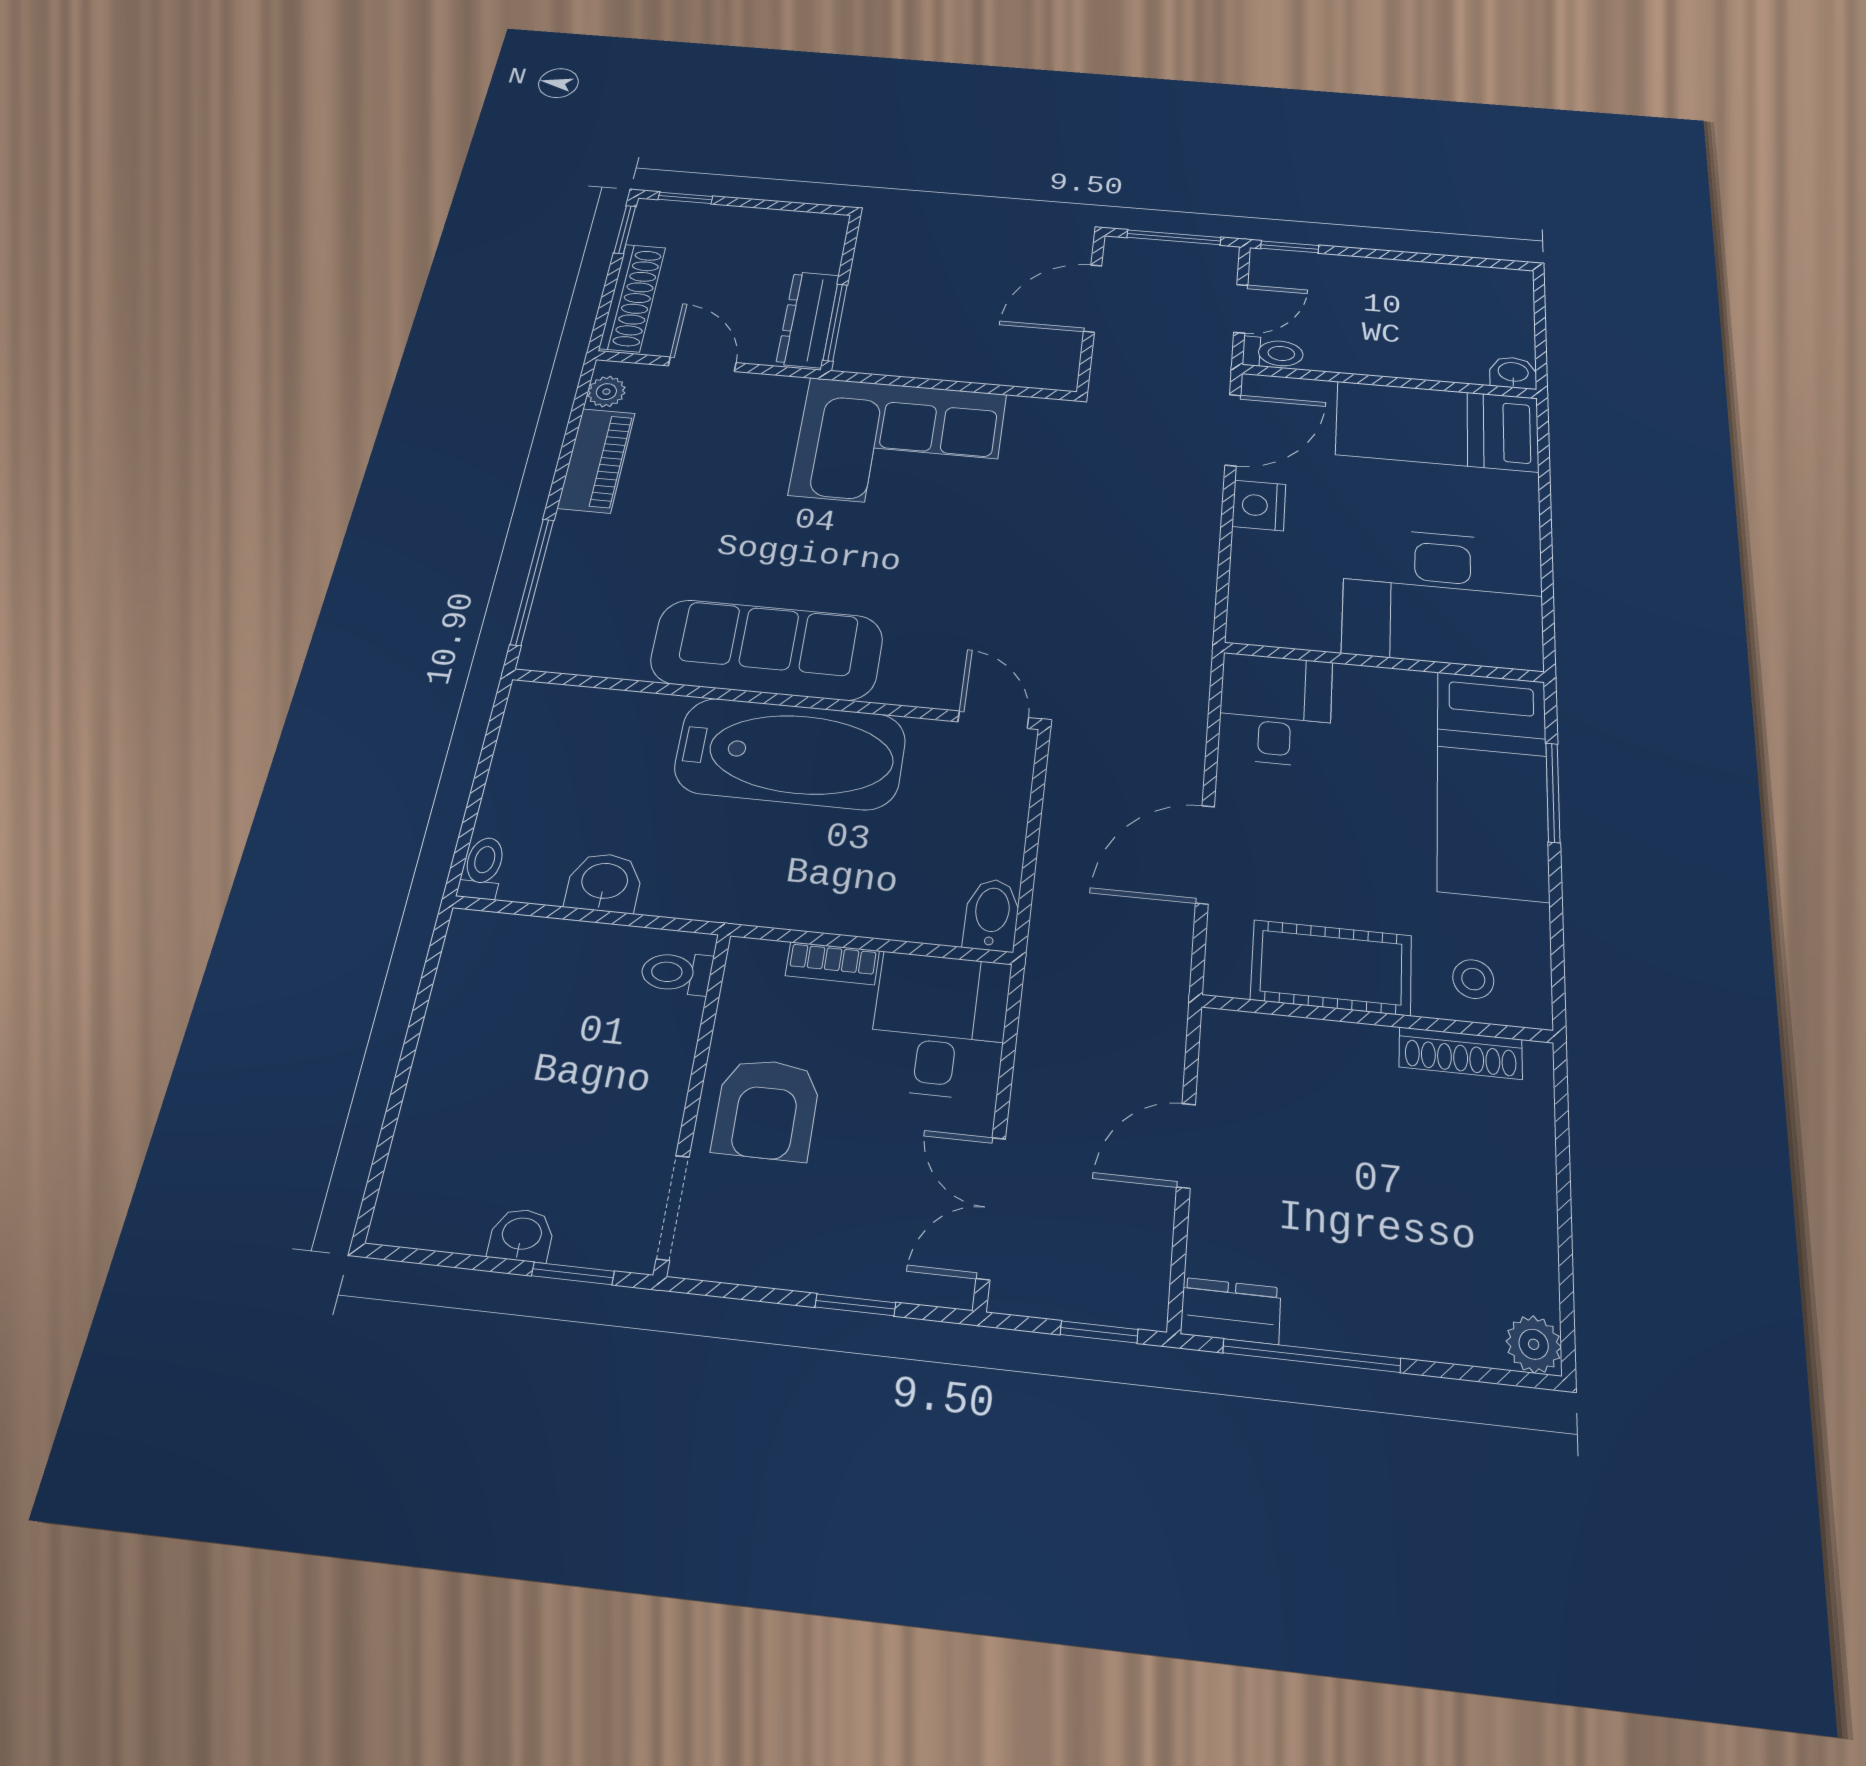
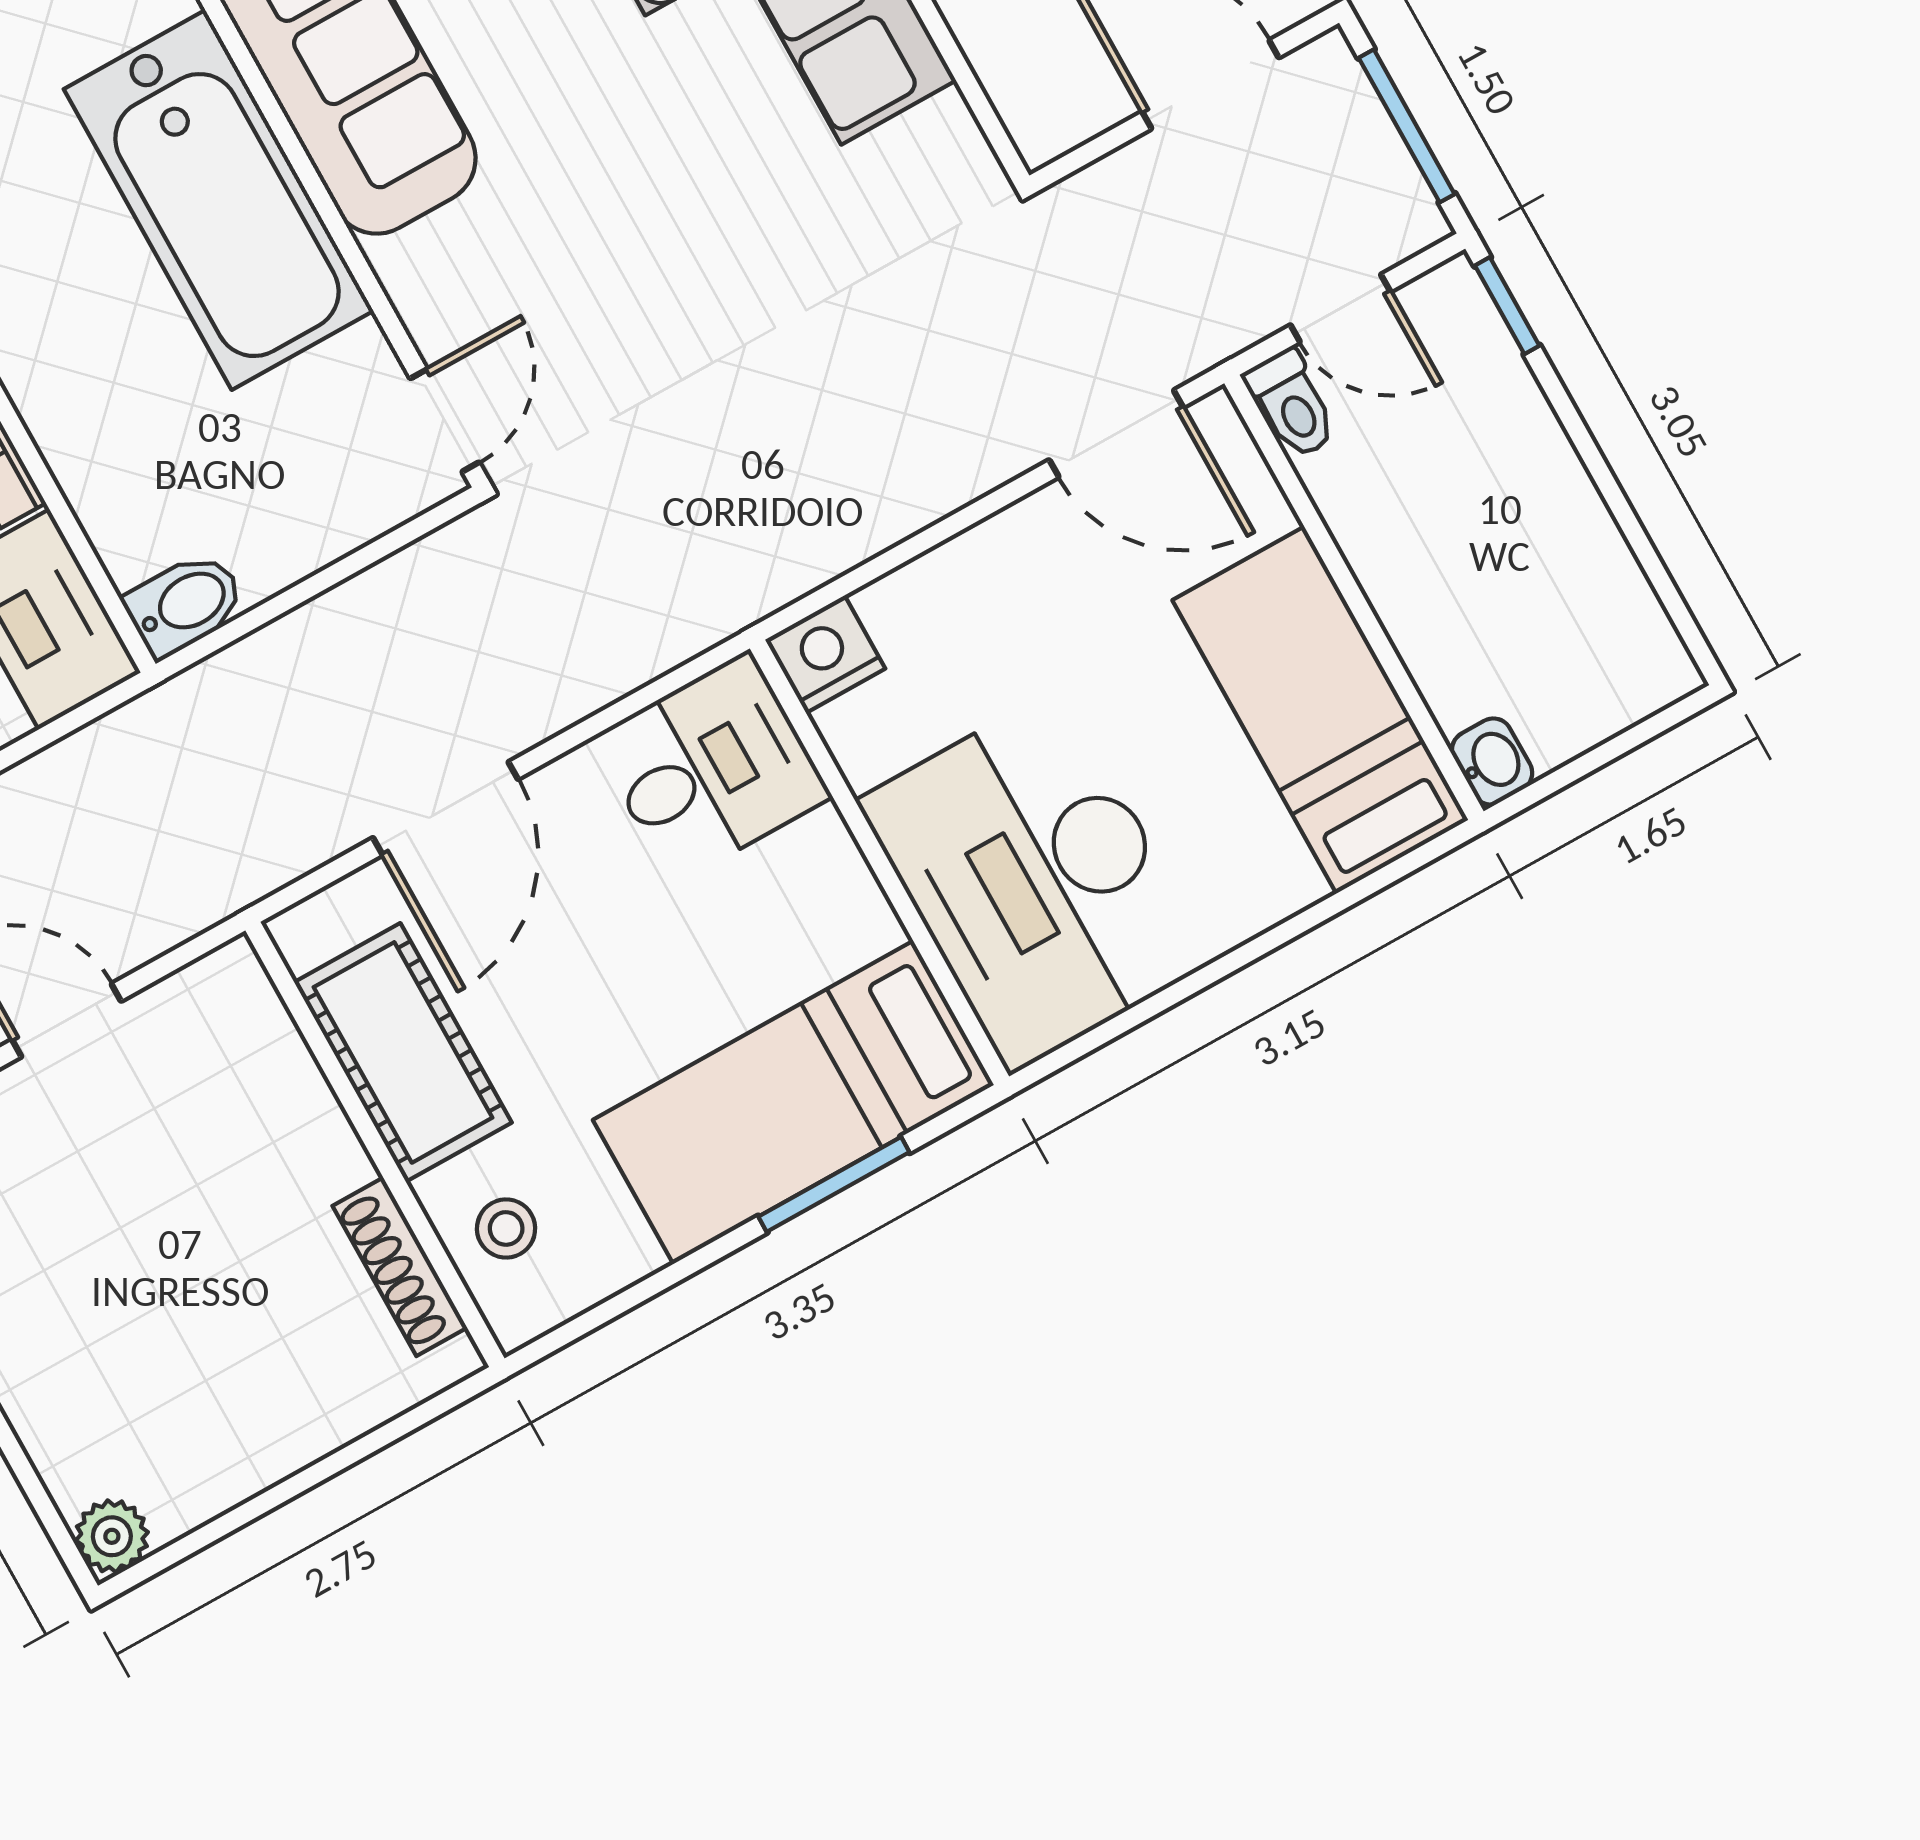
nightstand: (1259, 505) -> (825, 654), moved
door: (1205, 854) -> (445, 808), swing flipped

